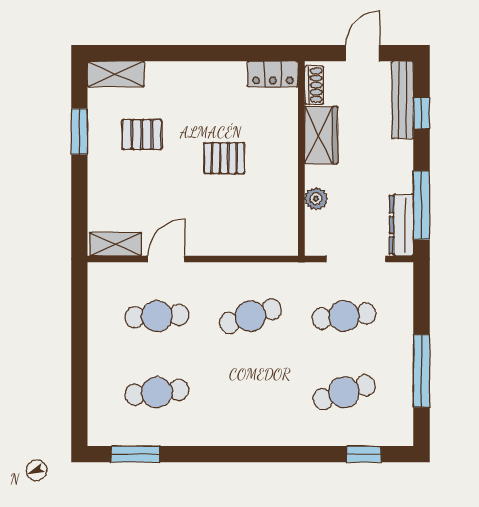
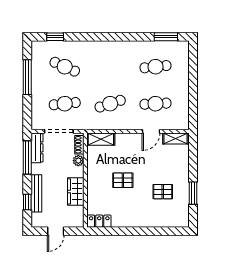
shelving: (116, 74) -> (101, 139), moved
shoe rack: (314, 85) -> (79, 145), moved
bench: (403, 100) -> (36, 193), moved
cafe table: (344, 392) -> (65, 67), turned 42

